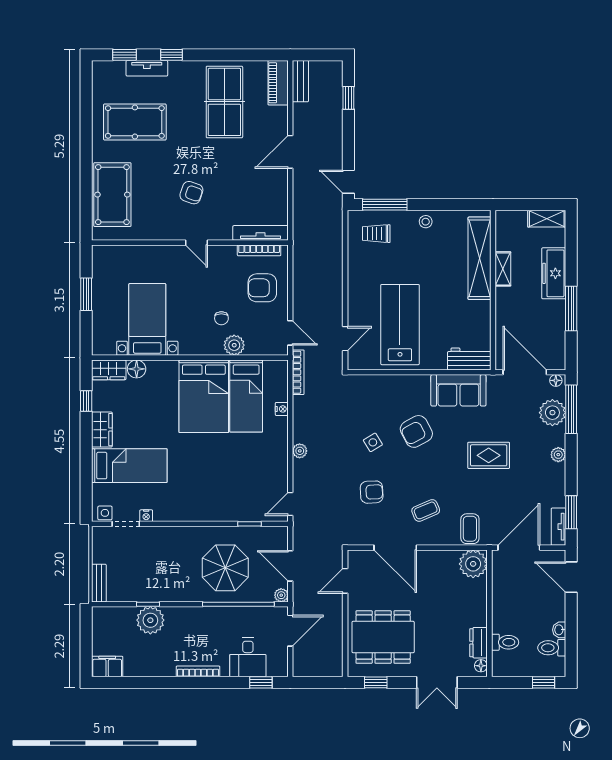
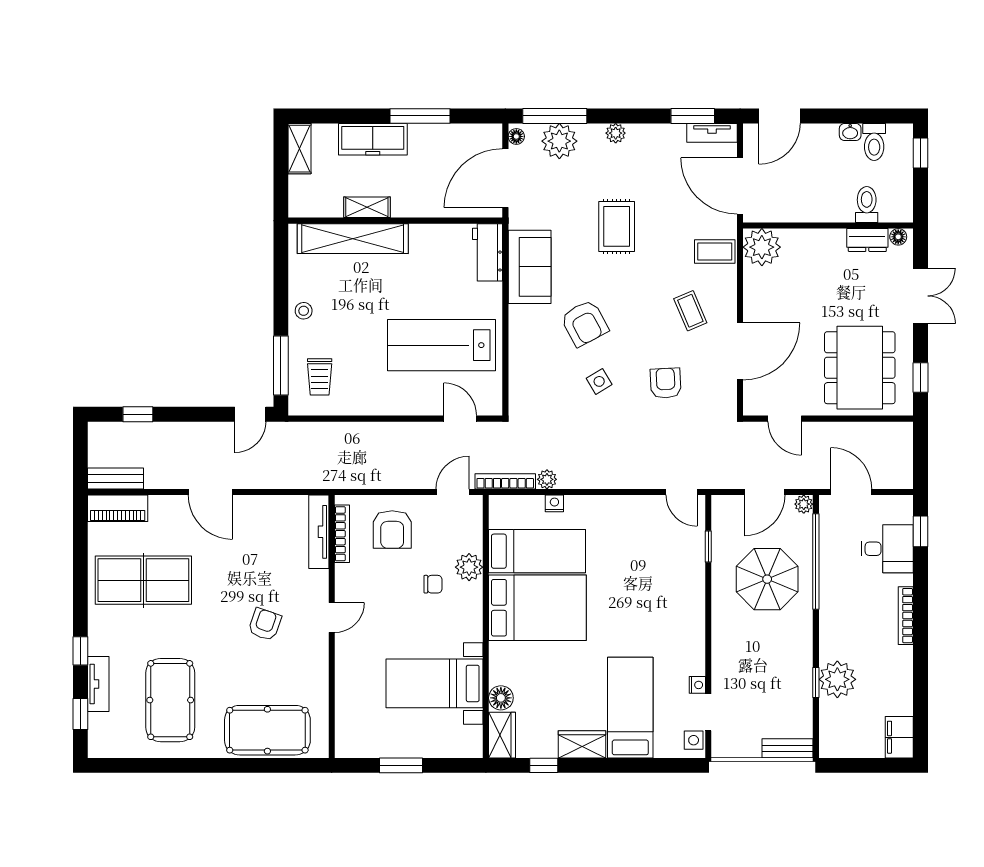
plant: (300, 451) -> (547, 479), moved

